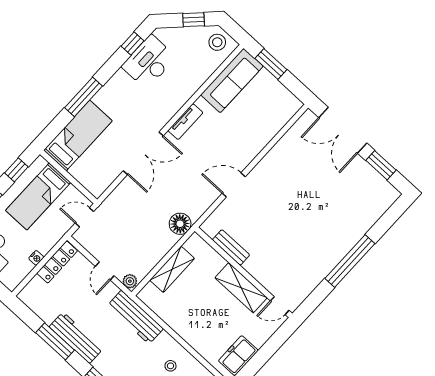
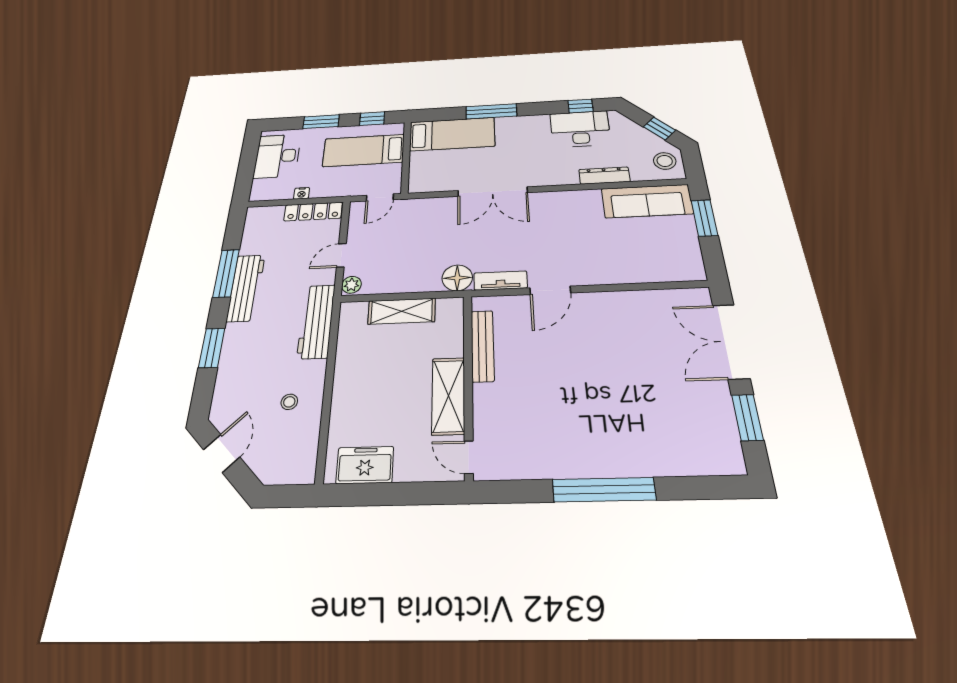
dresser: (194, 84) -> (604, 176), added
tv unit: (185, 122) -> (501, 280), moved, turned 180
door: (234, 185) -> (550, 290), swing flipped
door: (84, 217) -> (380, 198), swing flipped
bench: (231, 247) -> (482, 346), width x1.36

